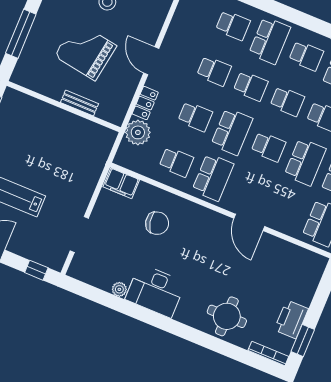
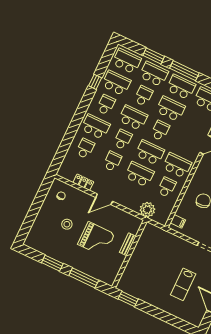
grand piano: (86, 51) -> (96, 239), turned -99
school desk: (287, 101) -> (133, 118), width x1.85
locker: (145, 103) -> (83, 182), moved
school desk: (195, 117) -> (139, 174), width x1.85
filing cabinet: (121, 183) -> (178, 221), width x0.50

